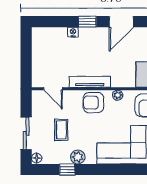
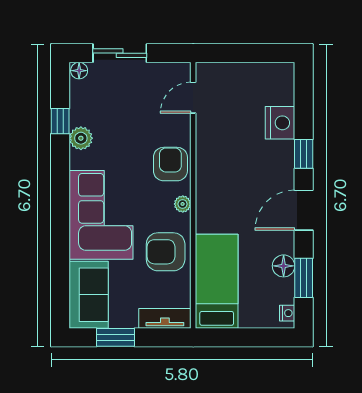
door: (121, 22) -> (304, 210), hinge flipped
nightstand: (73, 32) -> (280, 123), width x1.89, depth x1.79
tv unit: (90, 82) -> (205, 158), removed
coffee table: (61, 130) -> (125, 111), removed

